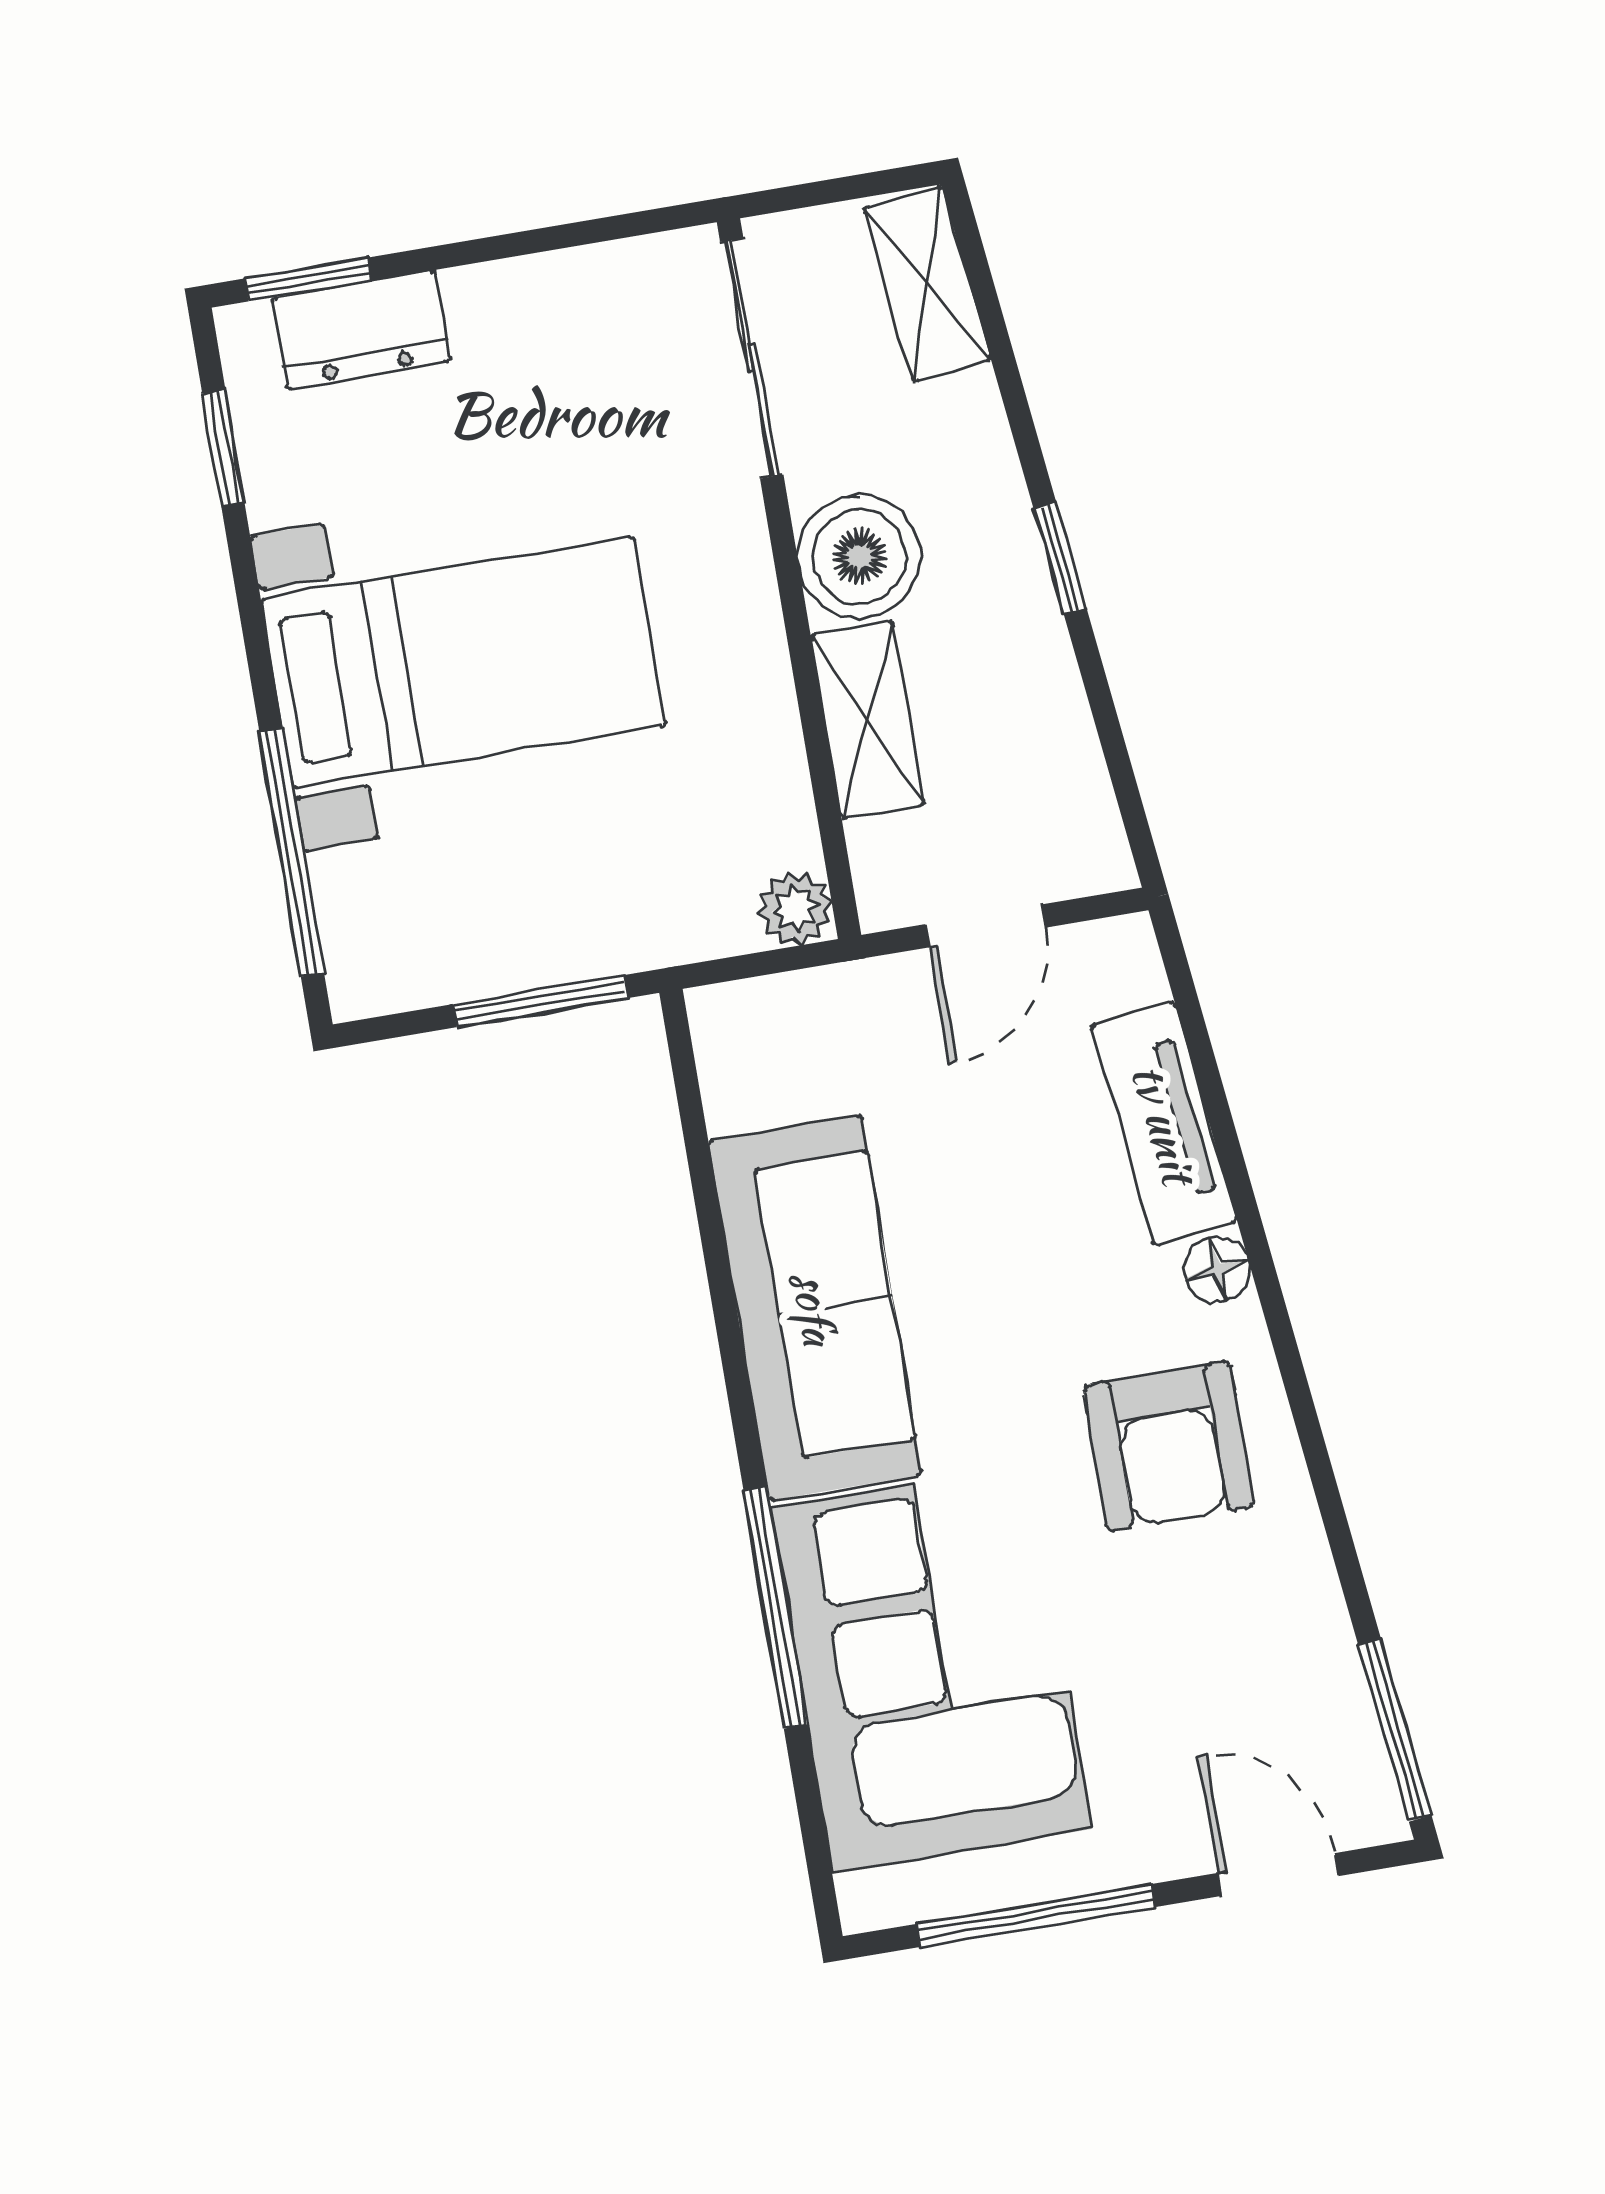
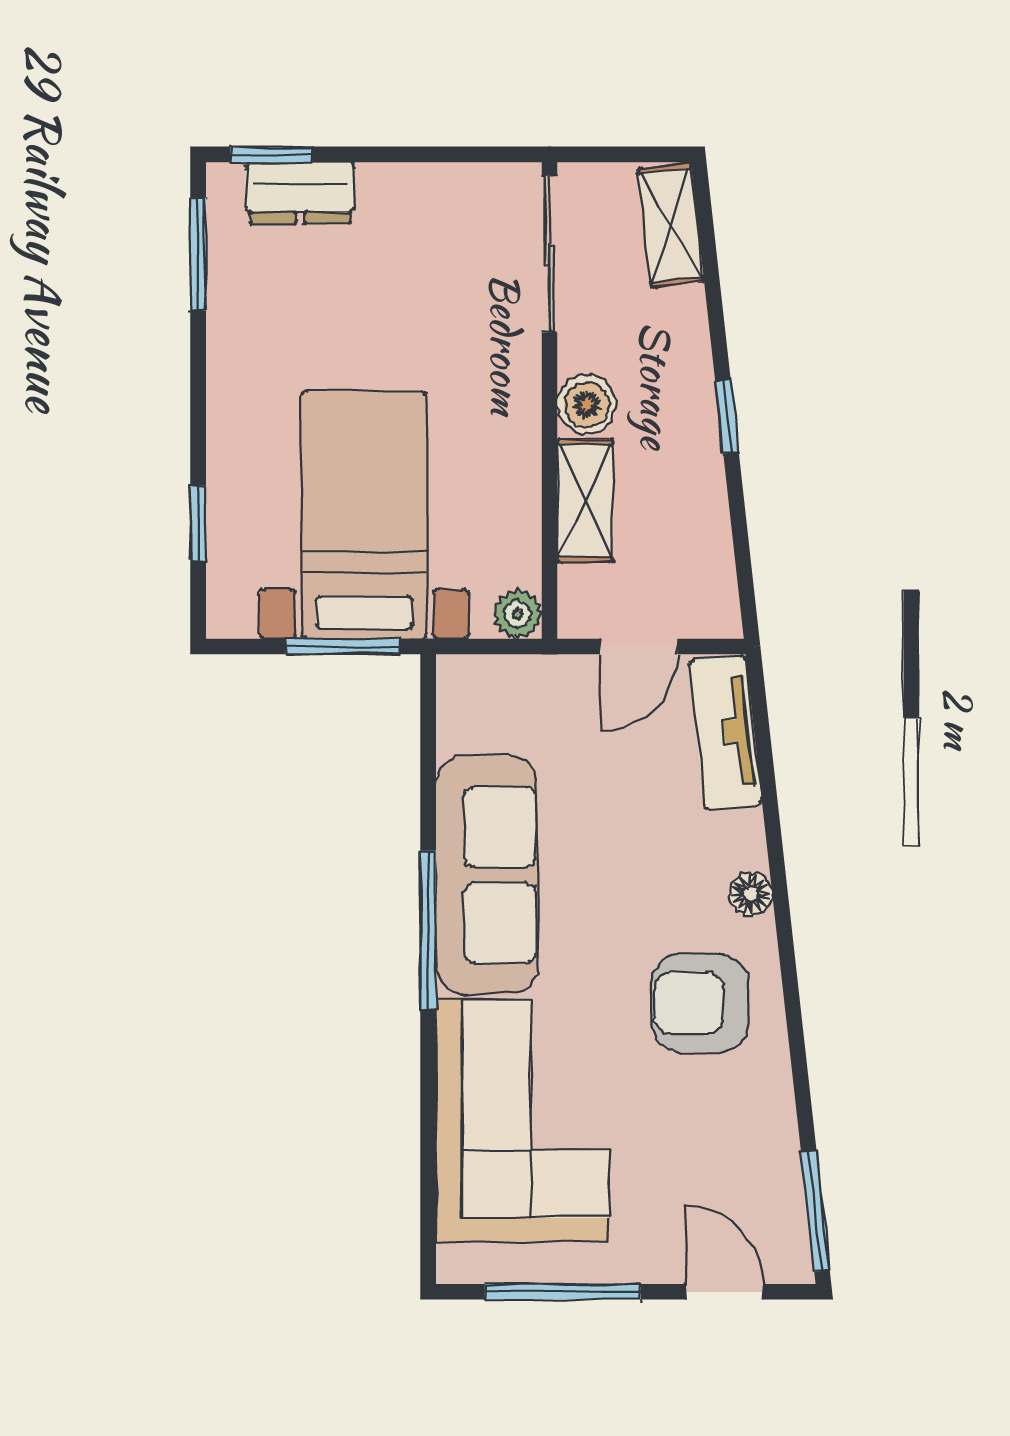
window: (223, 448) -> (198, 254), width x1.50
boiler: (859, 557) -> (587, 405), width x0.73, depth x0.73
bed with nightstands: (463, 662) -> (364, 515), moved, turned -90
window: (292, 853) -> (198, 523), width x0.46
tv unit: (1164, 1123) -> (726, 733), moved
armchair: (1169, 1446) -> (700, 1003), turned 90
window: (775, 1607) -> (428, 930), moved

